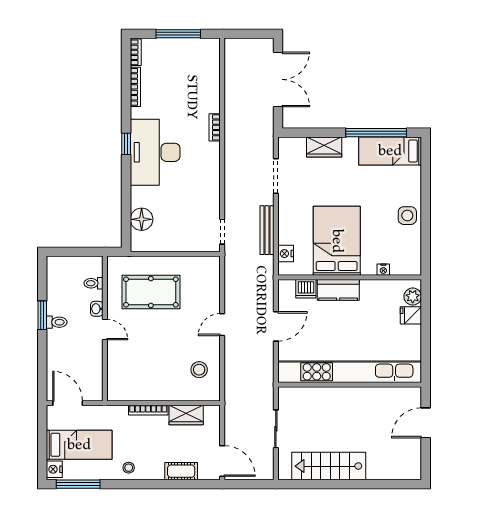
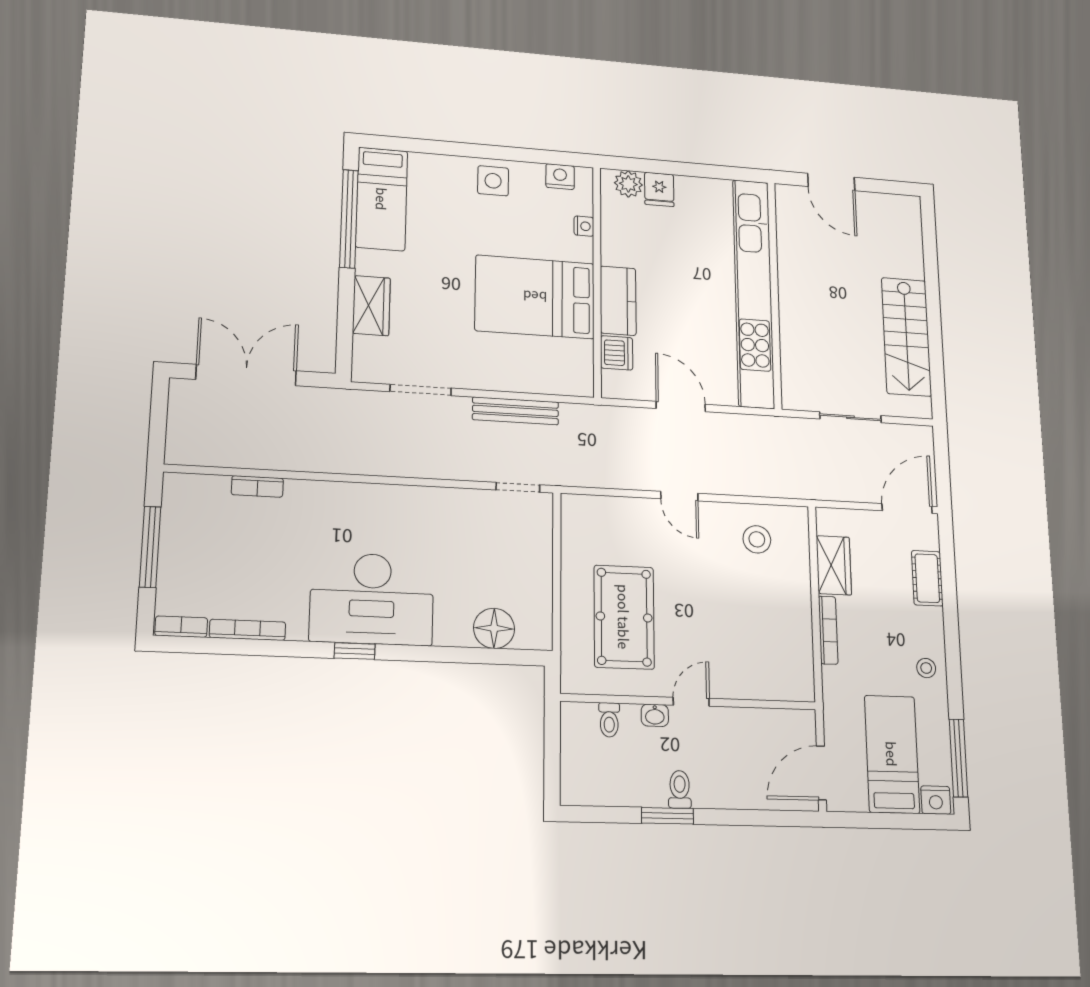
bookcase: (215, 127) -> (257, 486), moved
nightstand: (286, 254) -> (560, 177), moved, turned 180

